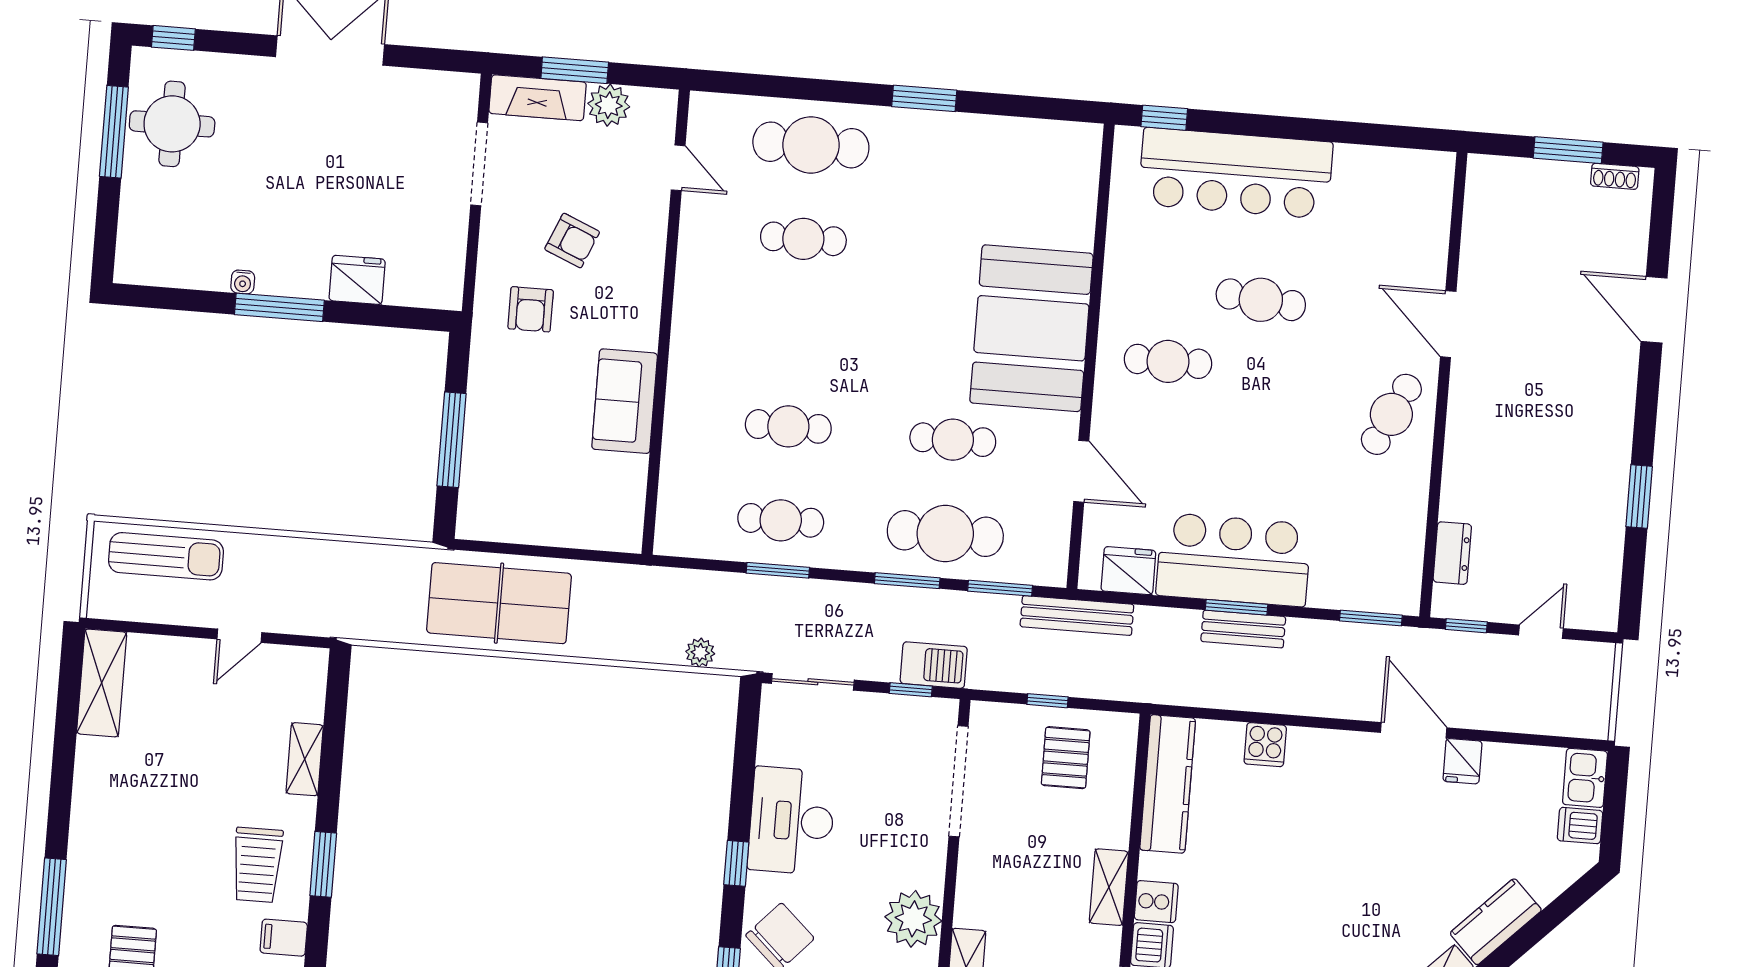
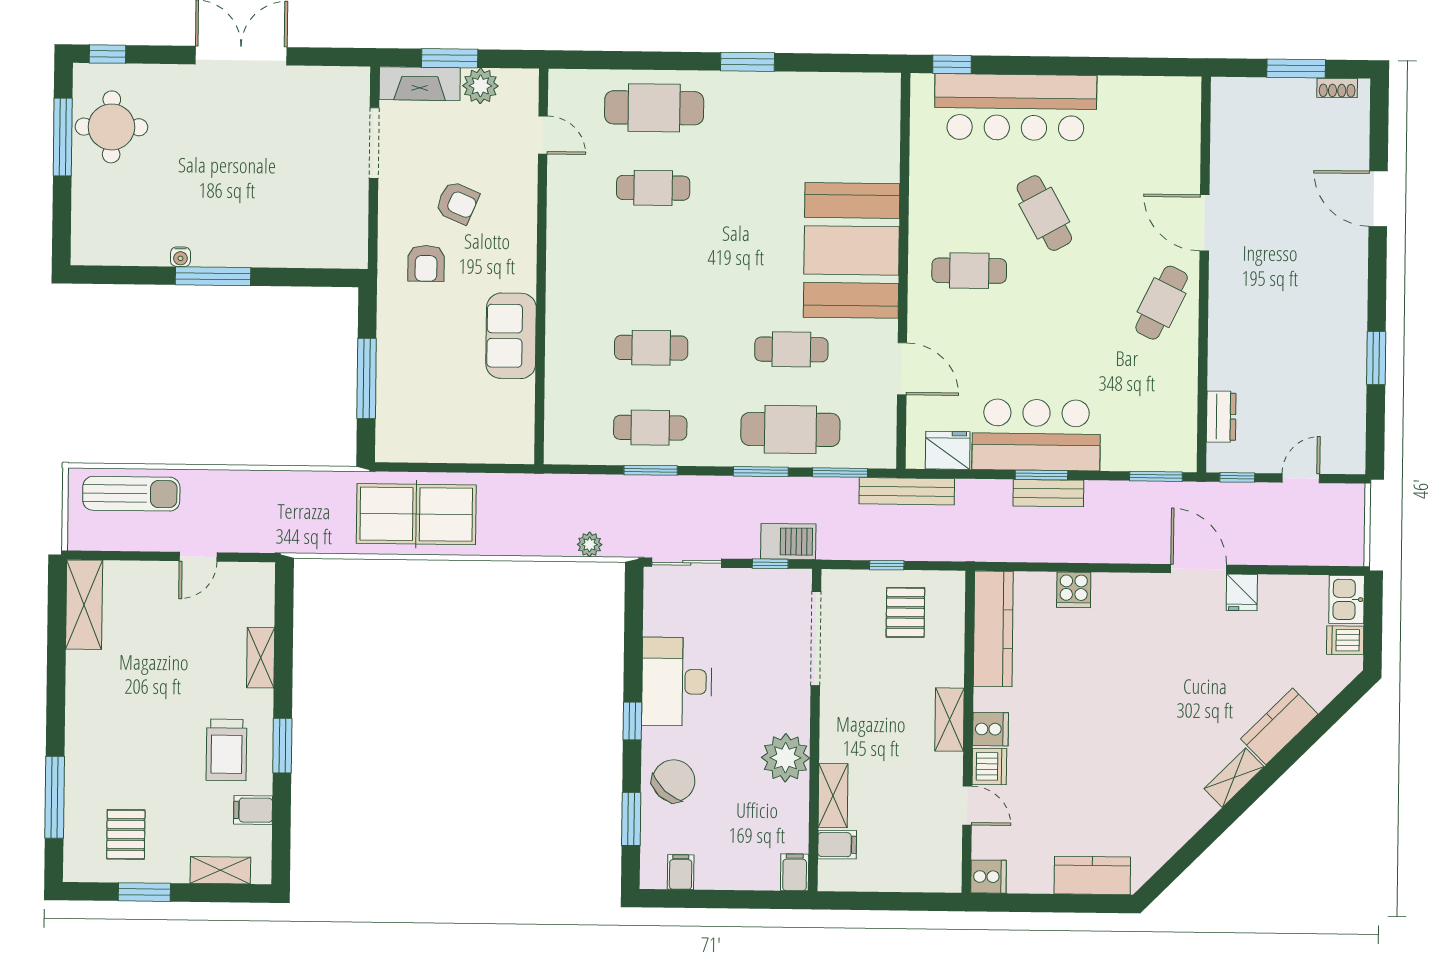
fridge: (357, 280) -> (277, 248), removed
cafe table: (1261, 300) -> (1044, 213), turned 55

